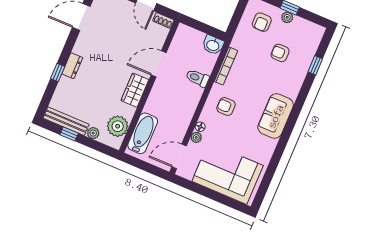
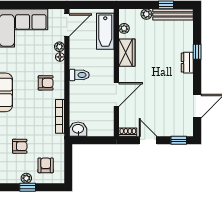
toilet: (197, 78) -> (79, 75), moved
wardrobe: (135, 90) -> (127, 53), moved
plant: (118, 126) -> (124, 28), width x0.53, depth x0.53

